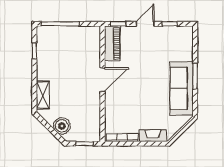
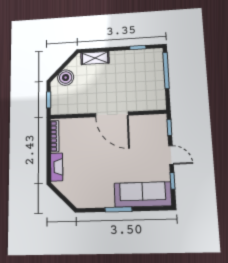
piano: (112, 43) -> (149, 122), removed
door: (102, 80) -> (112, 114), width x1.36
sofa: (182, 88) -> (143, 194), moved

